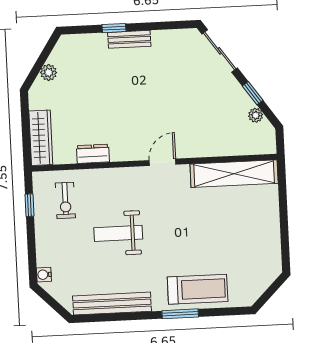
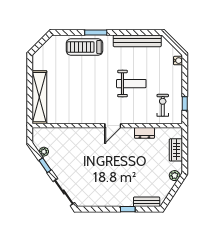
bench: (129, 39) -> (147, 202), moved
plant: (49, 72) -> (175, 176), moved
wardrobe: (41, 138) -> (176, 150), width x0.67
door: (162, 162) -> (113, 126), moved
shelving: (234, 174) -> (39, 97), moved, turned 90

